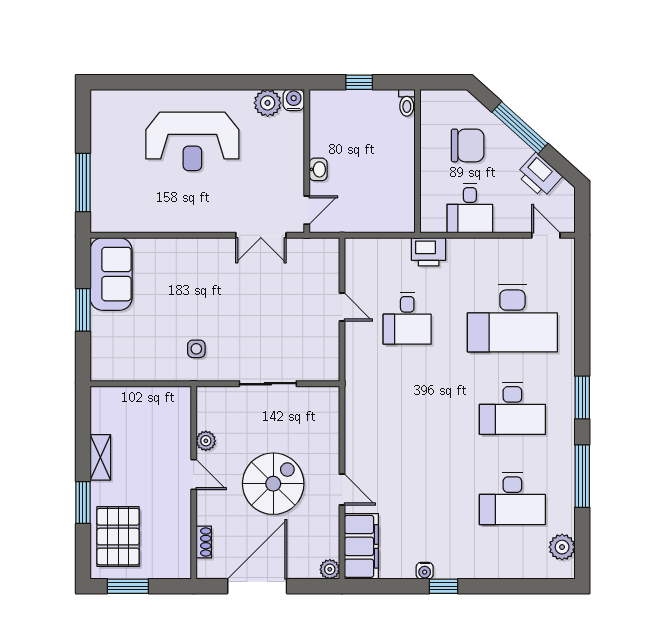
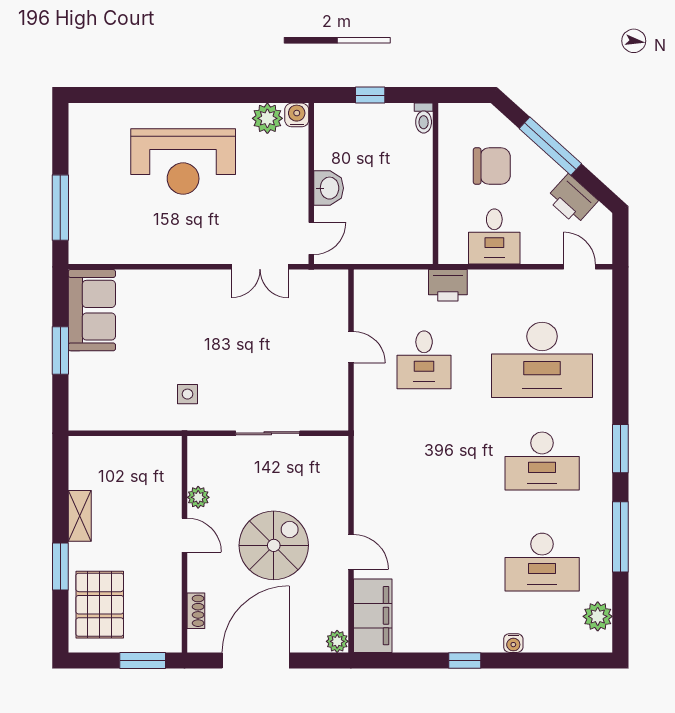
washbasin: (318, 169) -> (329, 188), width x1.38, depth x1.45
water cooler: (425, 571) -> (513, 643), moved
window: (128, 586) -> (143, 660), moved

